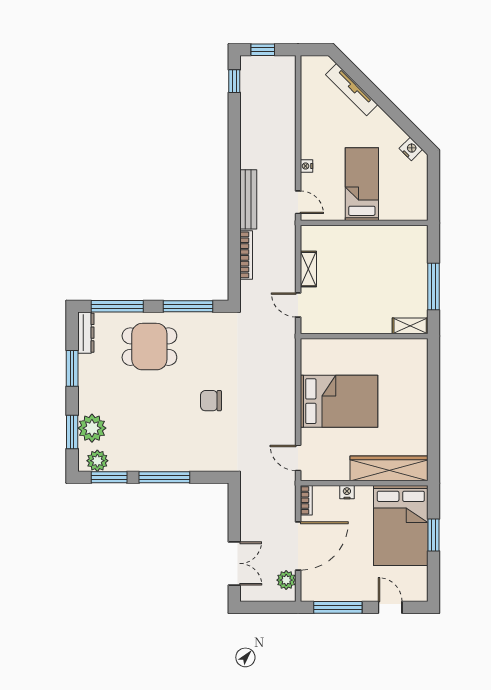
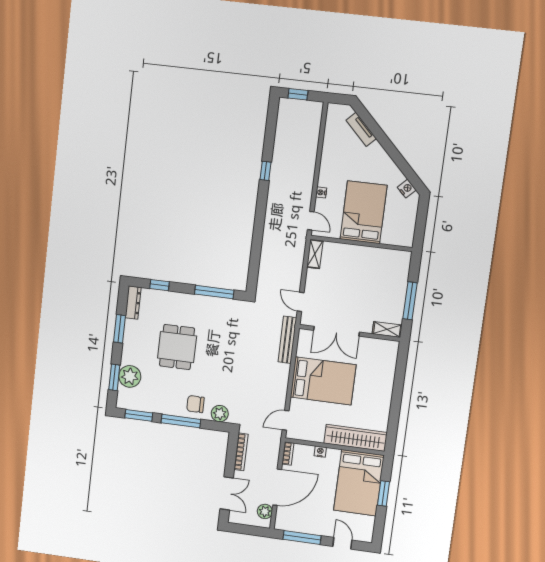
window: (234, 81) -> (266, 171), moved
tv unit: (352, 90) -> (361, 129), width x0.71
bed: (362, 184) -> (364, 212), width x1.50
bench: (248, 199) -> (287, 340), moved
bookcase: (246, 255) -> (241, 452), moved
shelving: (308, 269) -> (315, 254), moved
window: (117, 306) -> (160, 285), width x0.46
double door: (348, 336) -> (337, 331), added
dining table: (149, 347) -> (177, 347), moved, turned 90
chair: (211, 401) -> (195, 404), moved
door: (298, 458) -> (286, 420), hinge flipped
plant: (97, 461) -> (220, 414), moved

